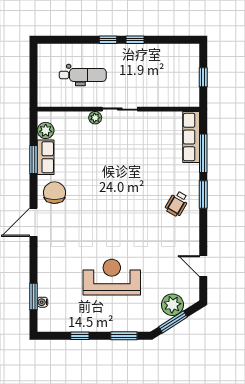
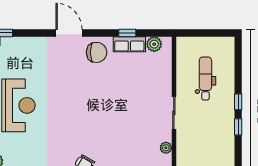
dental chair: (83, 75) -> (205, 79), turned 180
plant: (95, 118) -> (166, 148), moved
window: (34, 159) -> (127, 33), width x0.67

